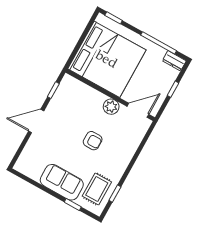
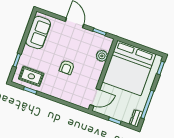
plant: (111, 107) -> (102, 56), moved
door: (138, 110) -> (95, 97), hinge flipped
sofa: (62, 182) -> (38, 33), moved

